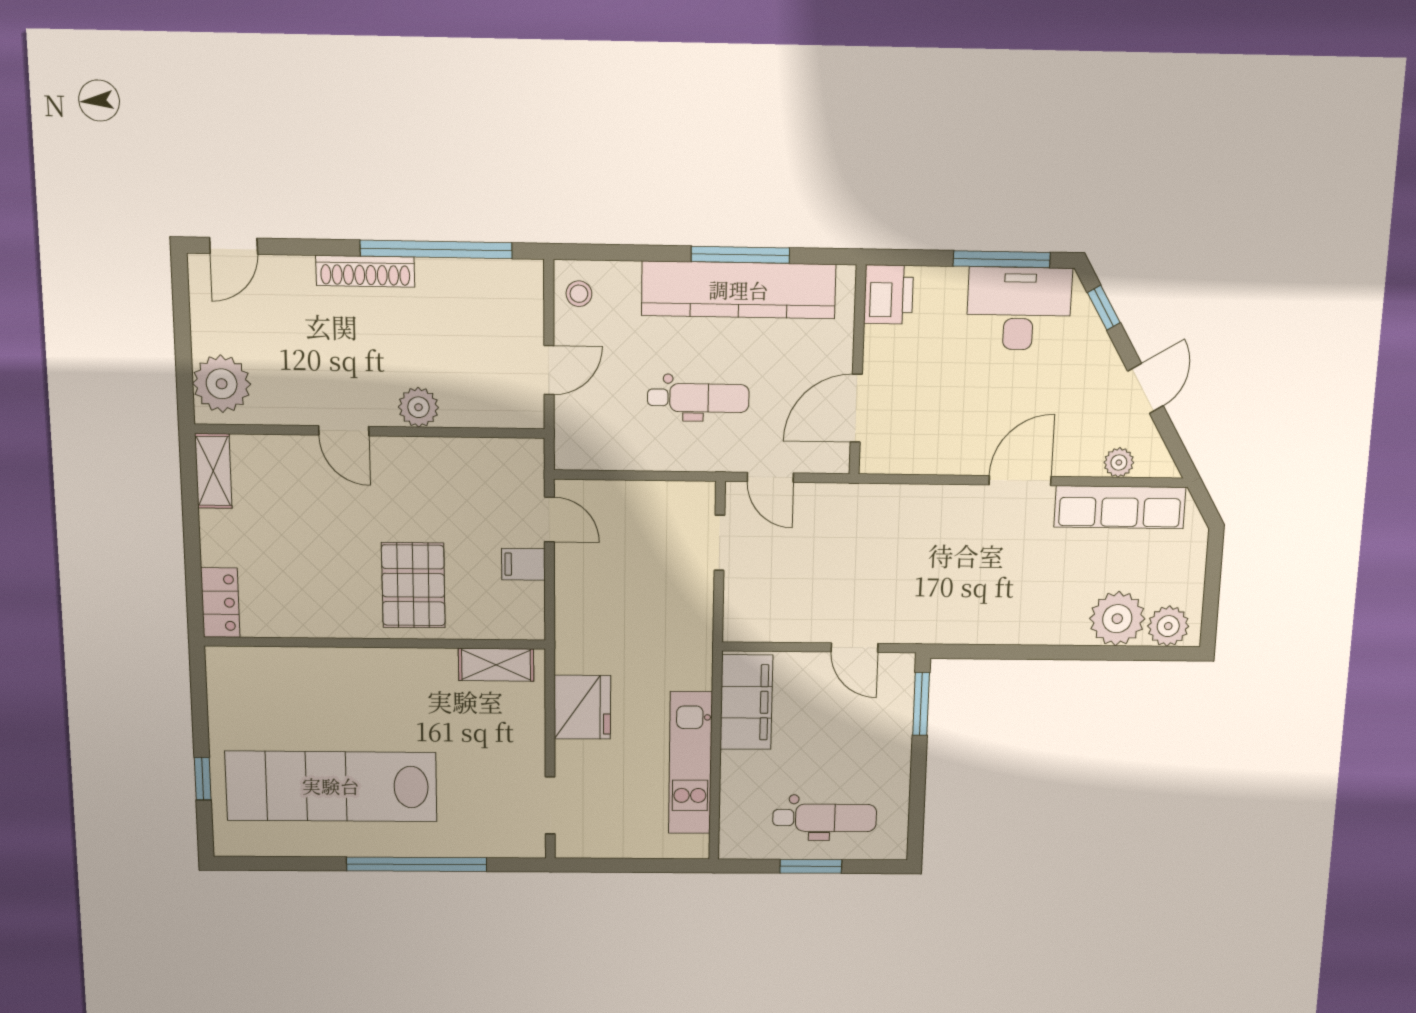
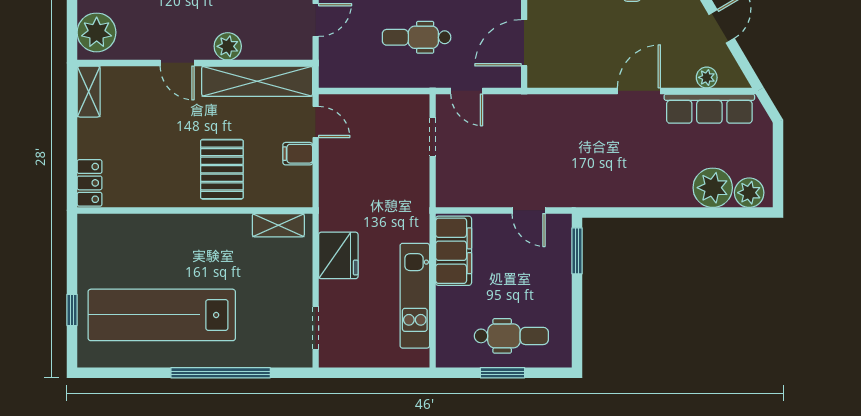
dental chair: (698, 398) -> (417, 37), turned 180
shelving: (463, 459) -> (257, 81), added

